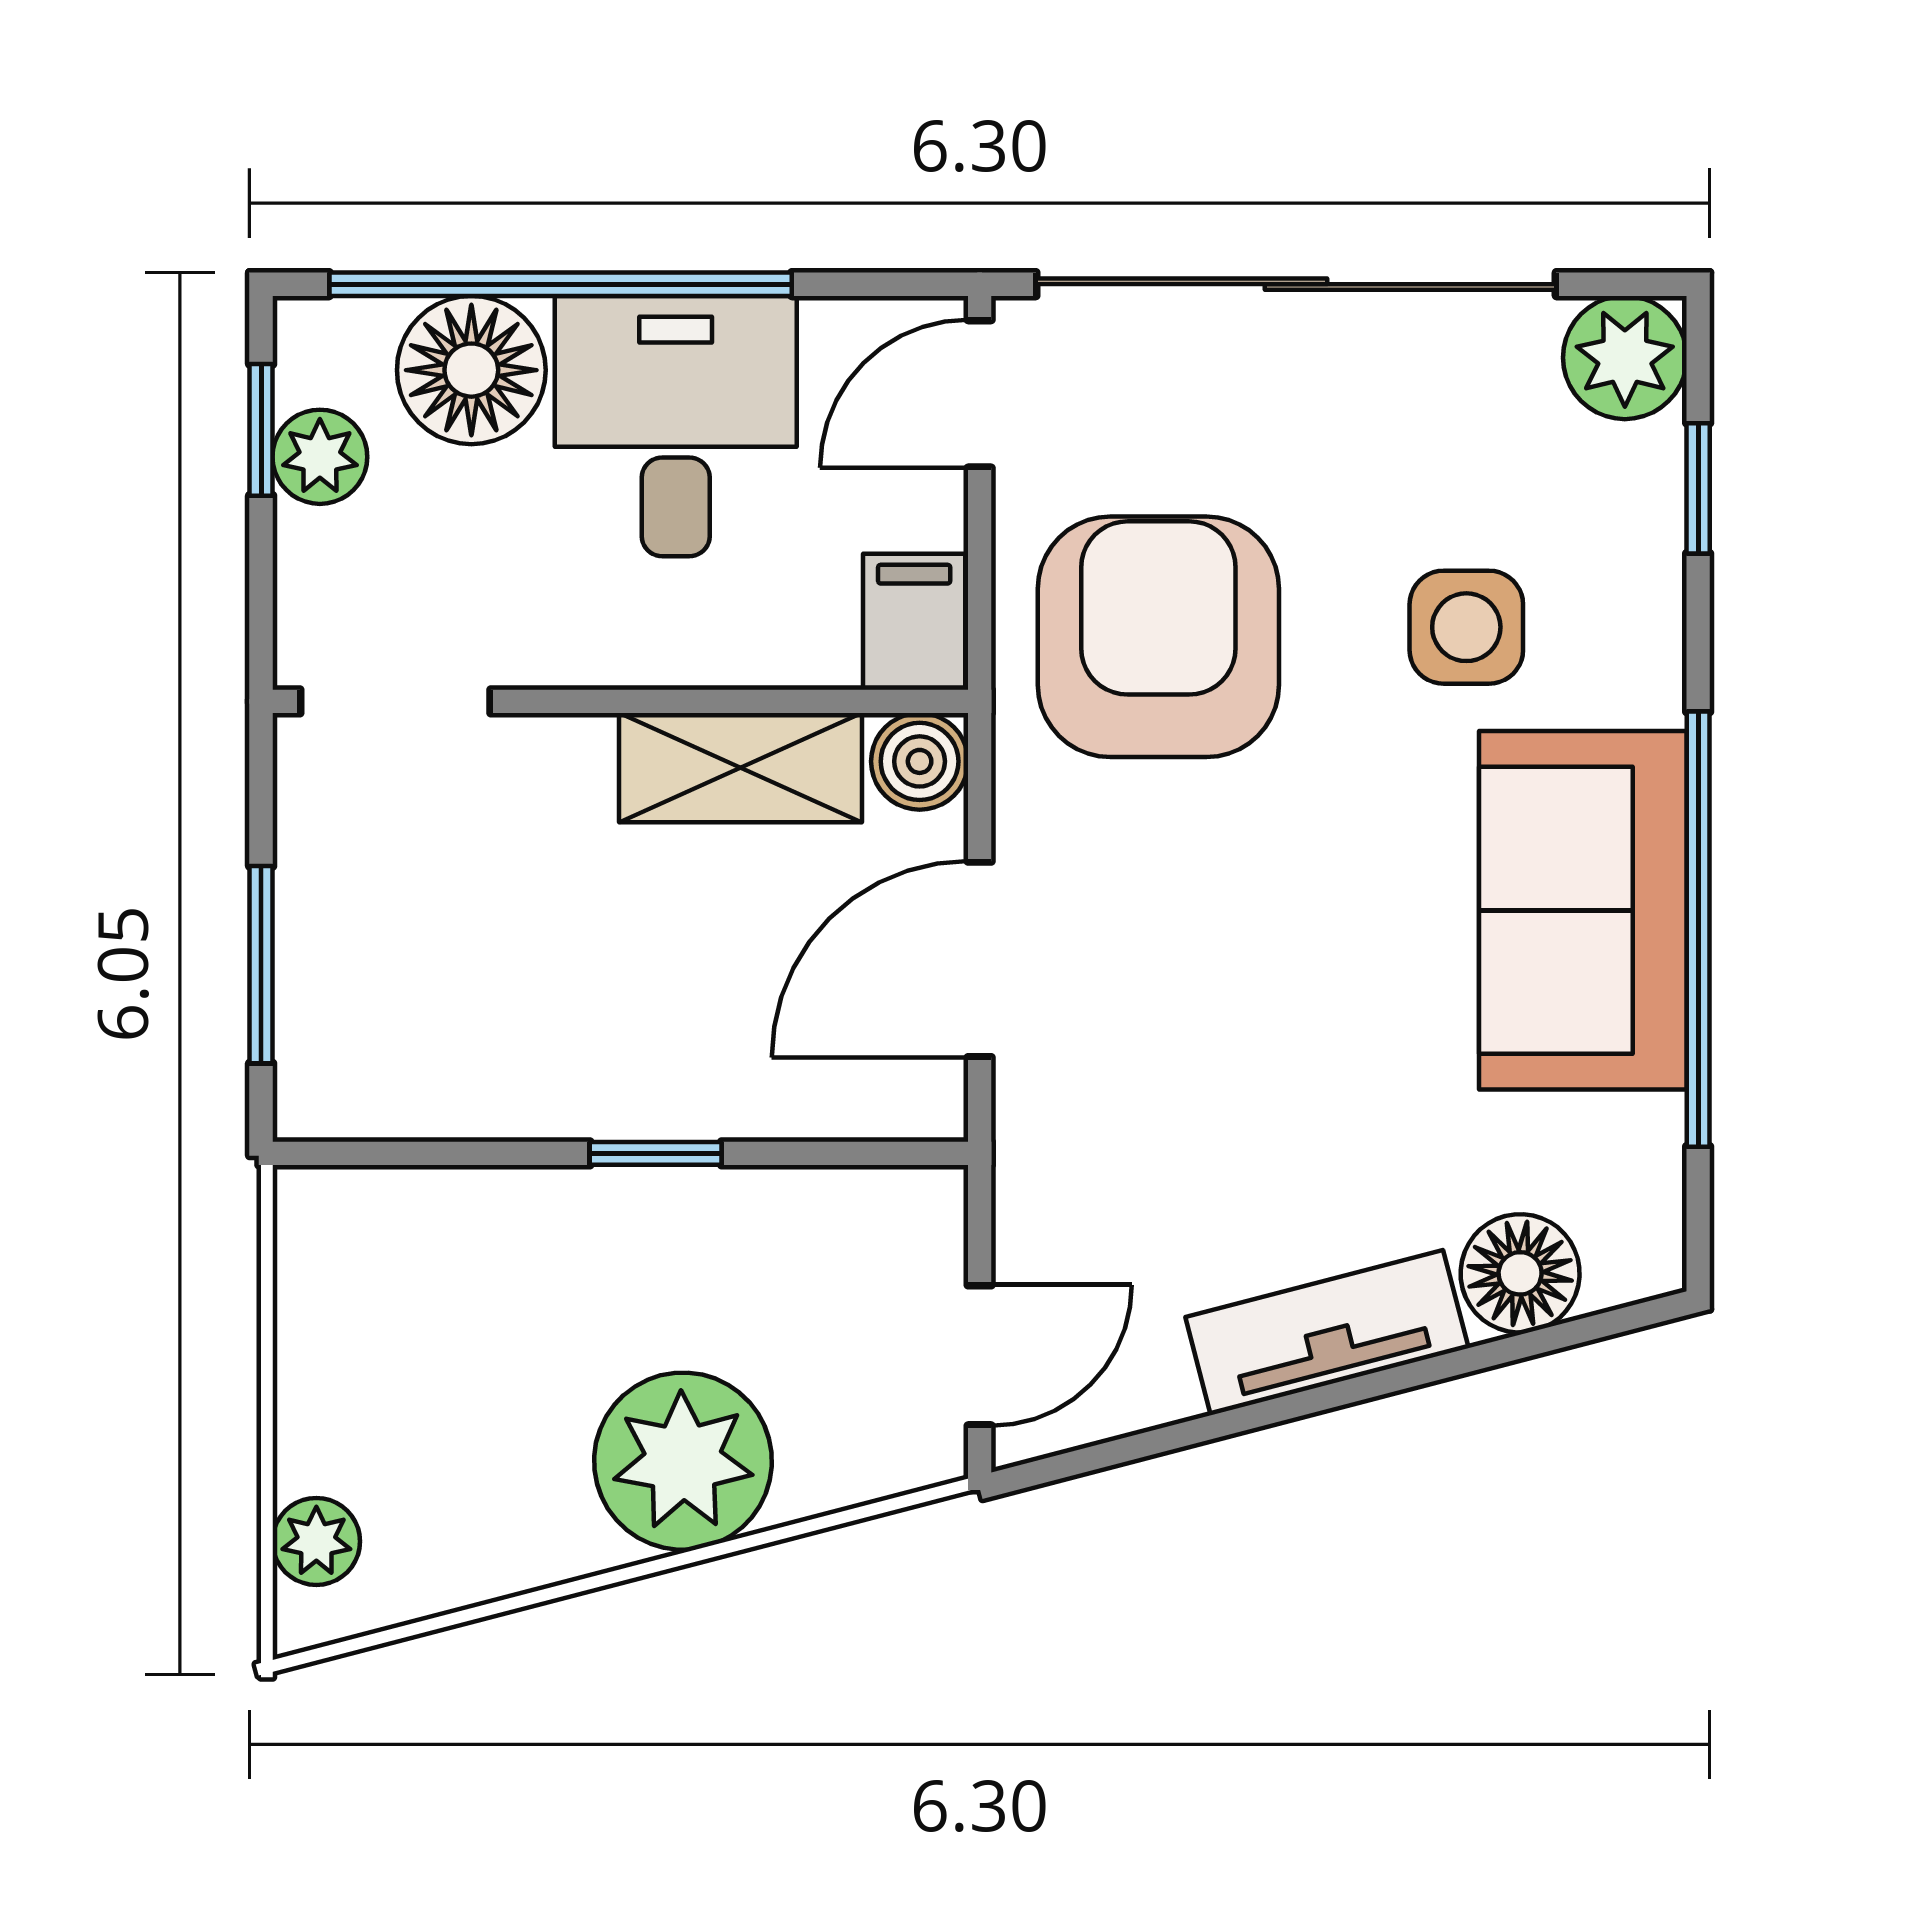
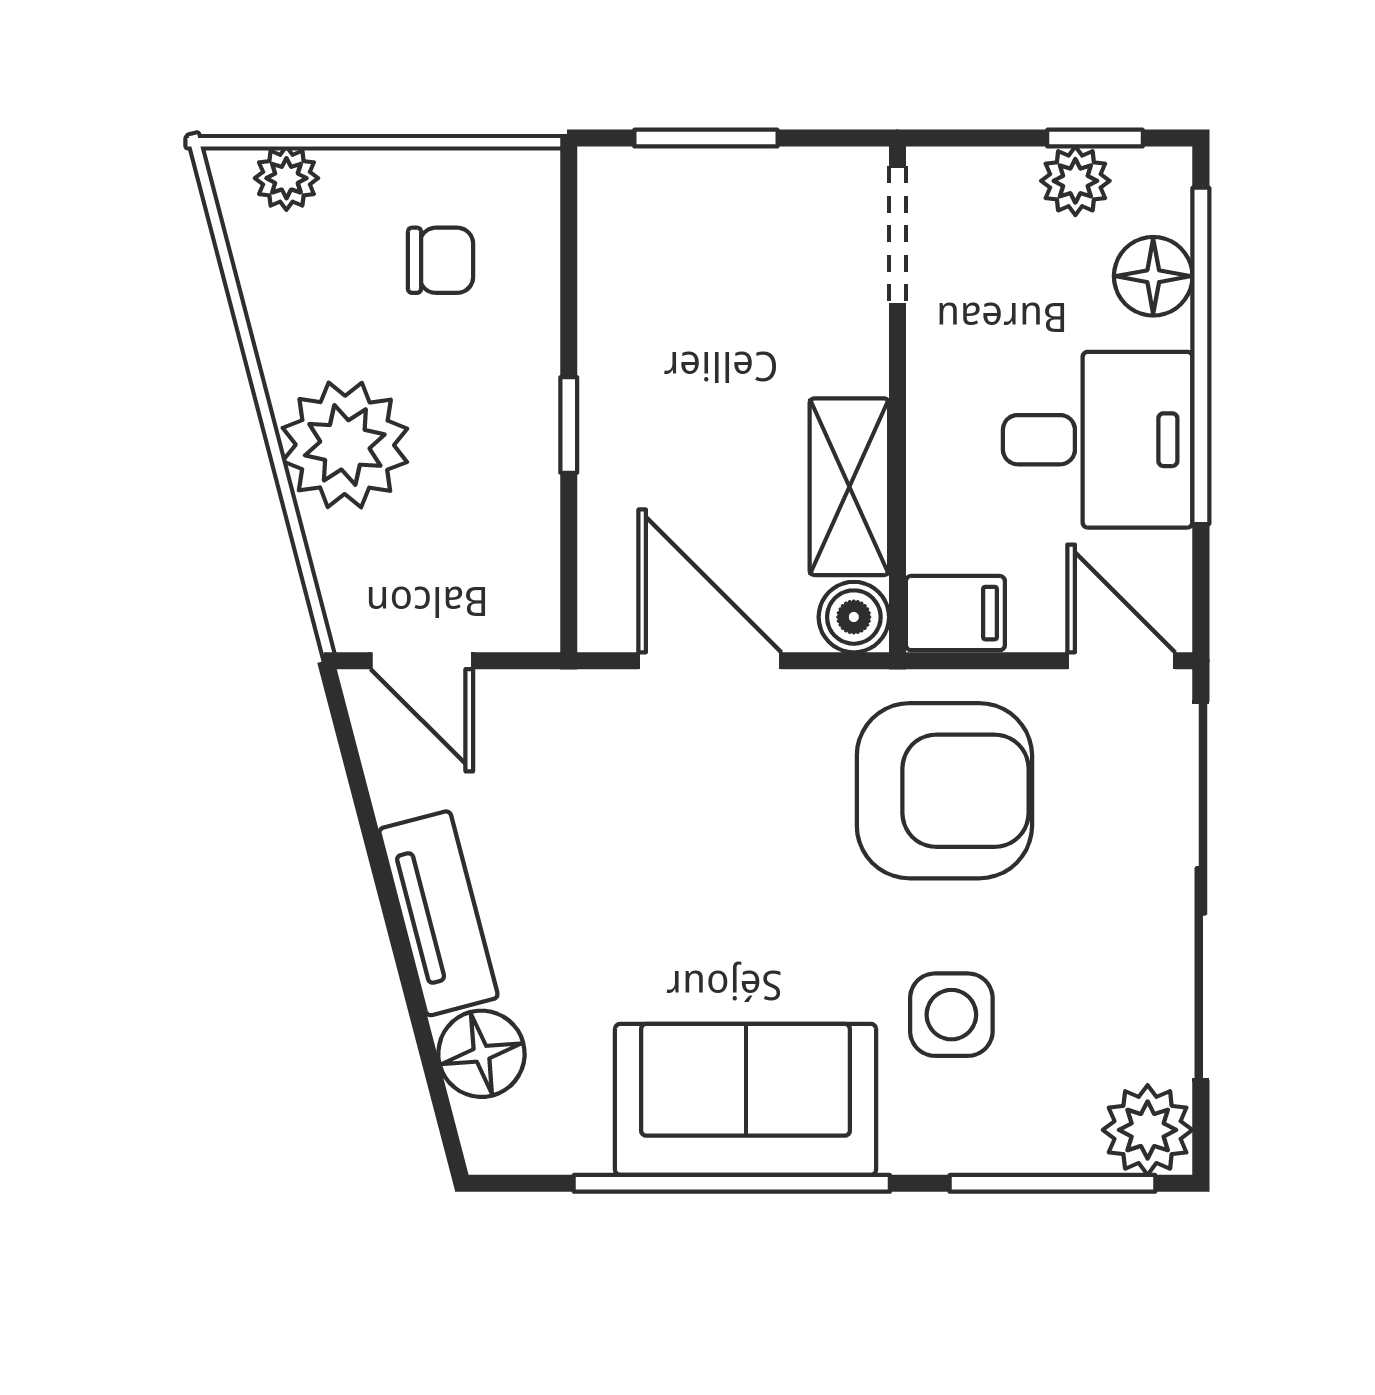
floor lamp: (471, 370) -> (1153, 276), width x0.73, depth x0.73
window: (1698, 488) -> (1052, 1183), width x2.17
chair: (429, 1330) -> (441, 260), added

